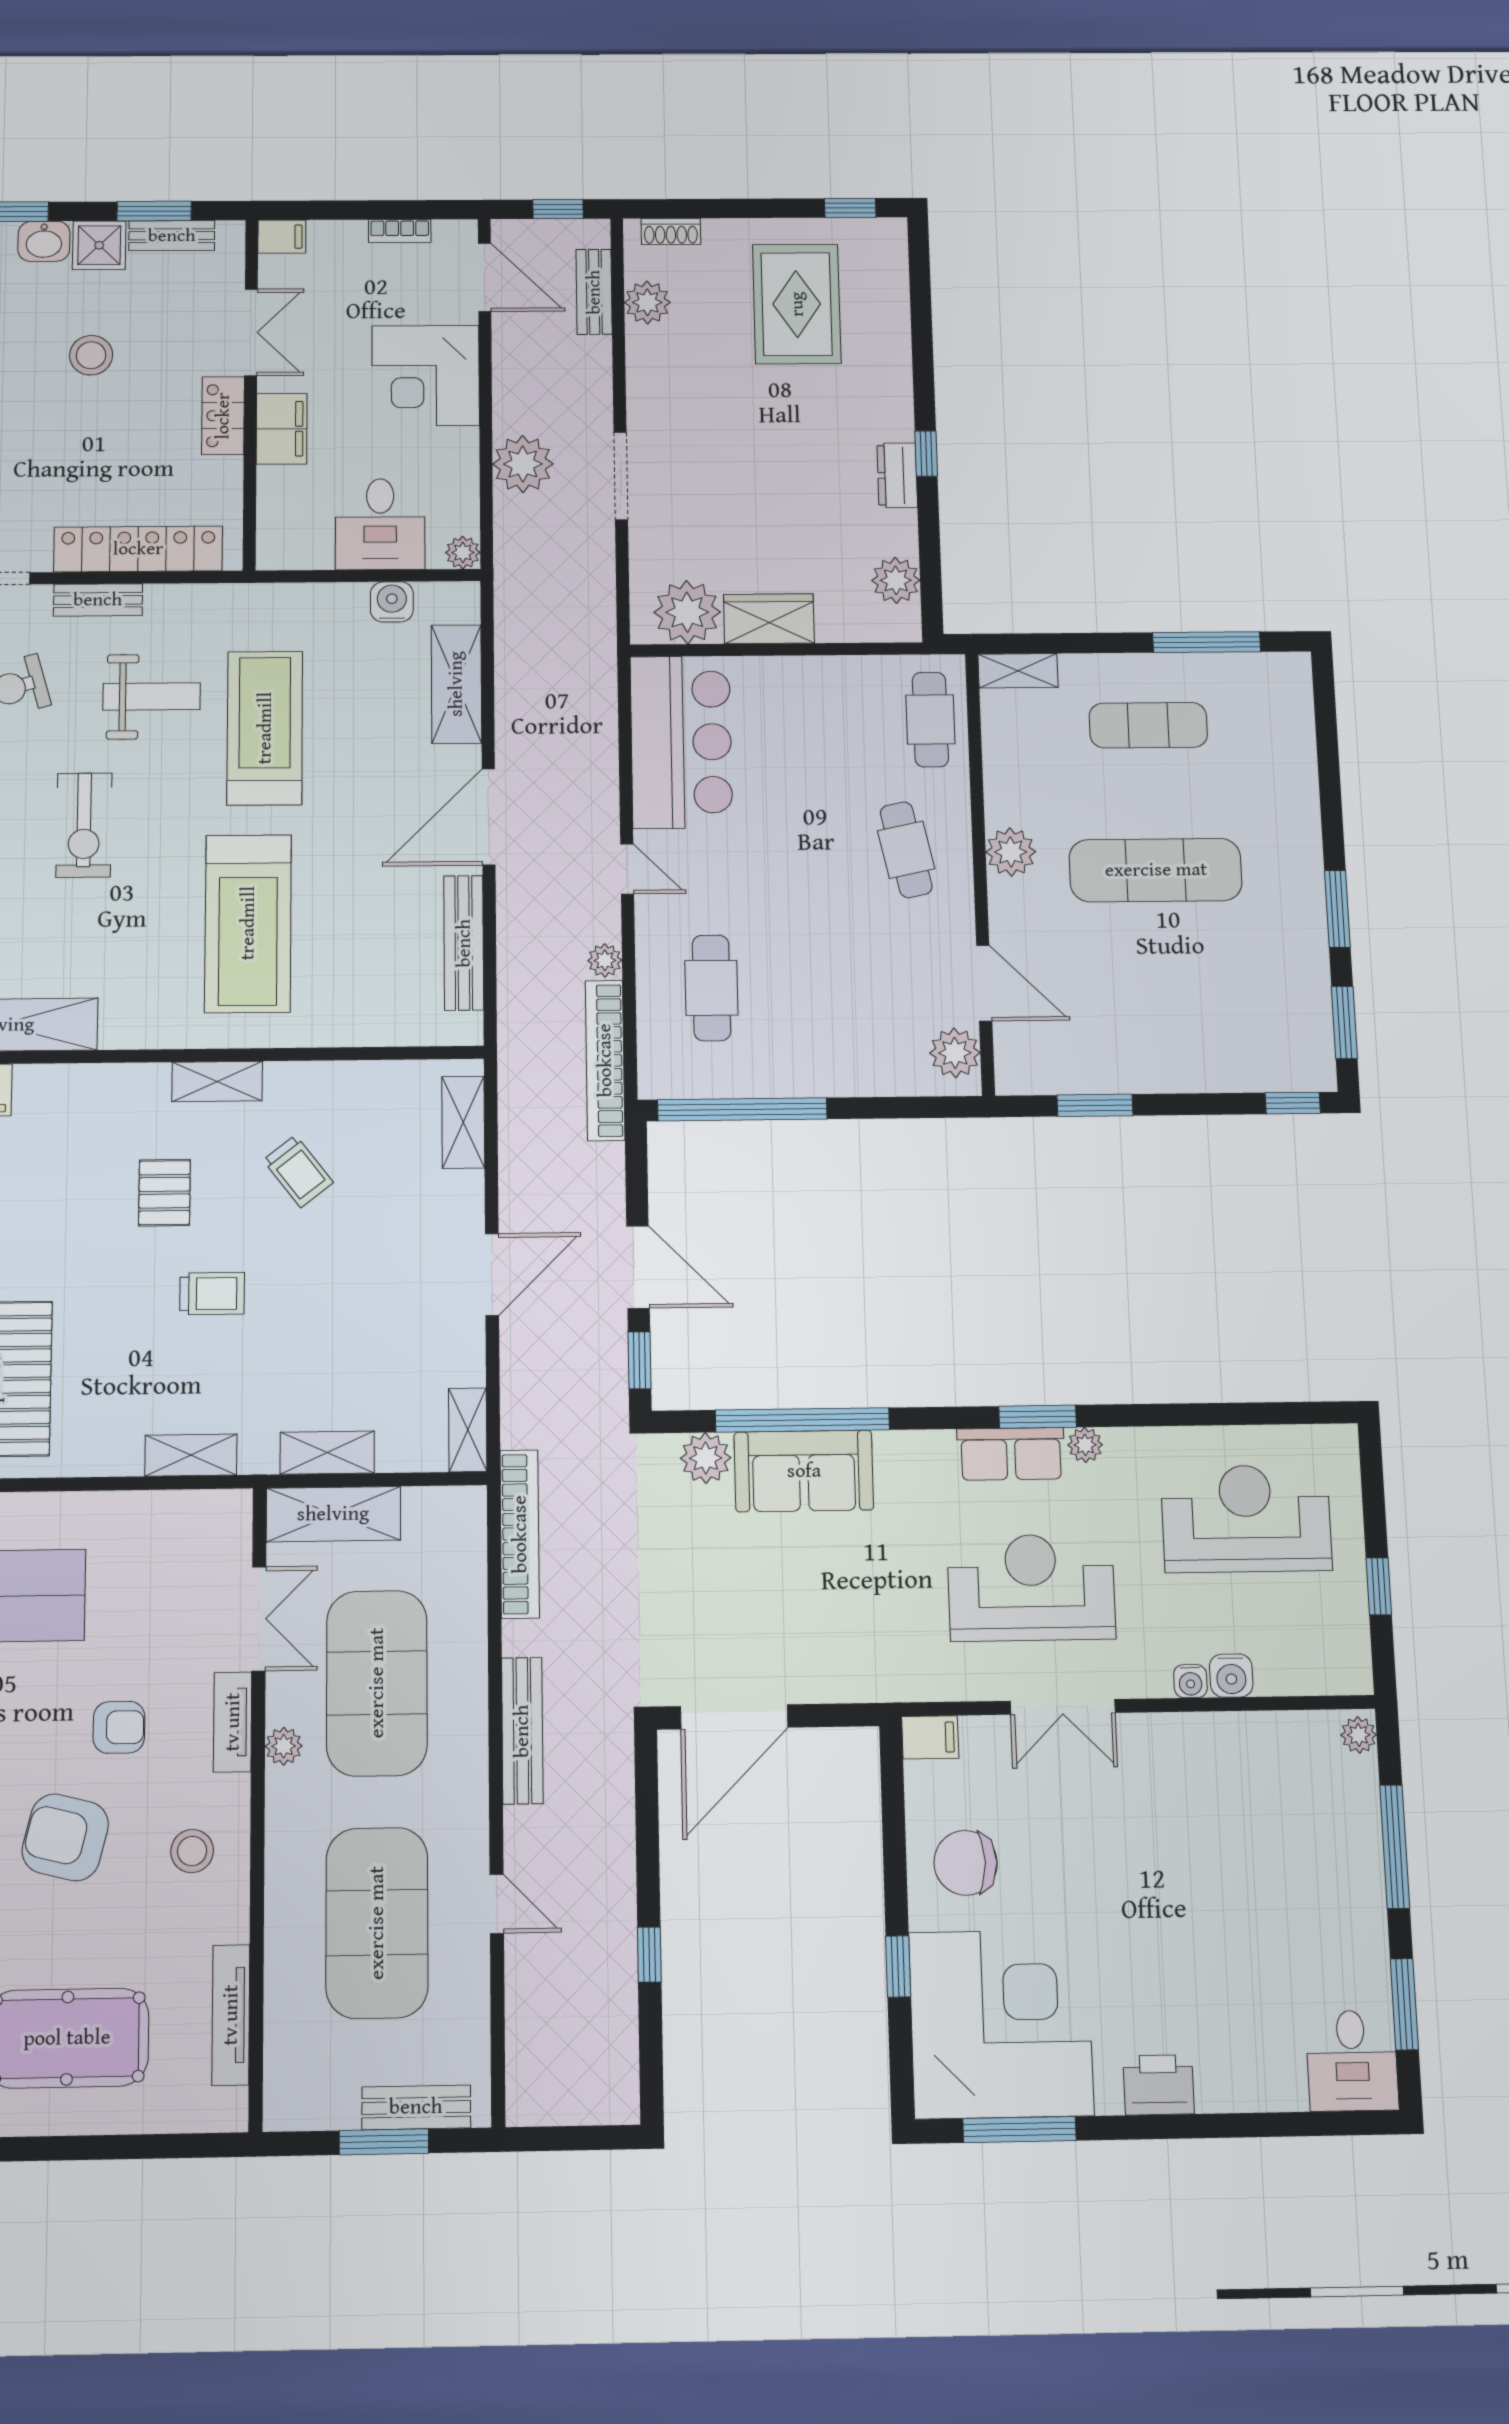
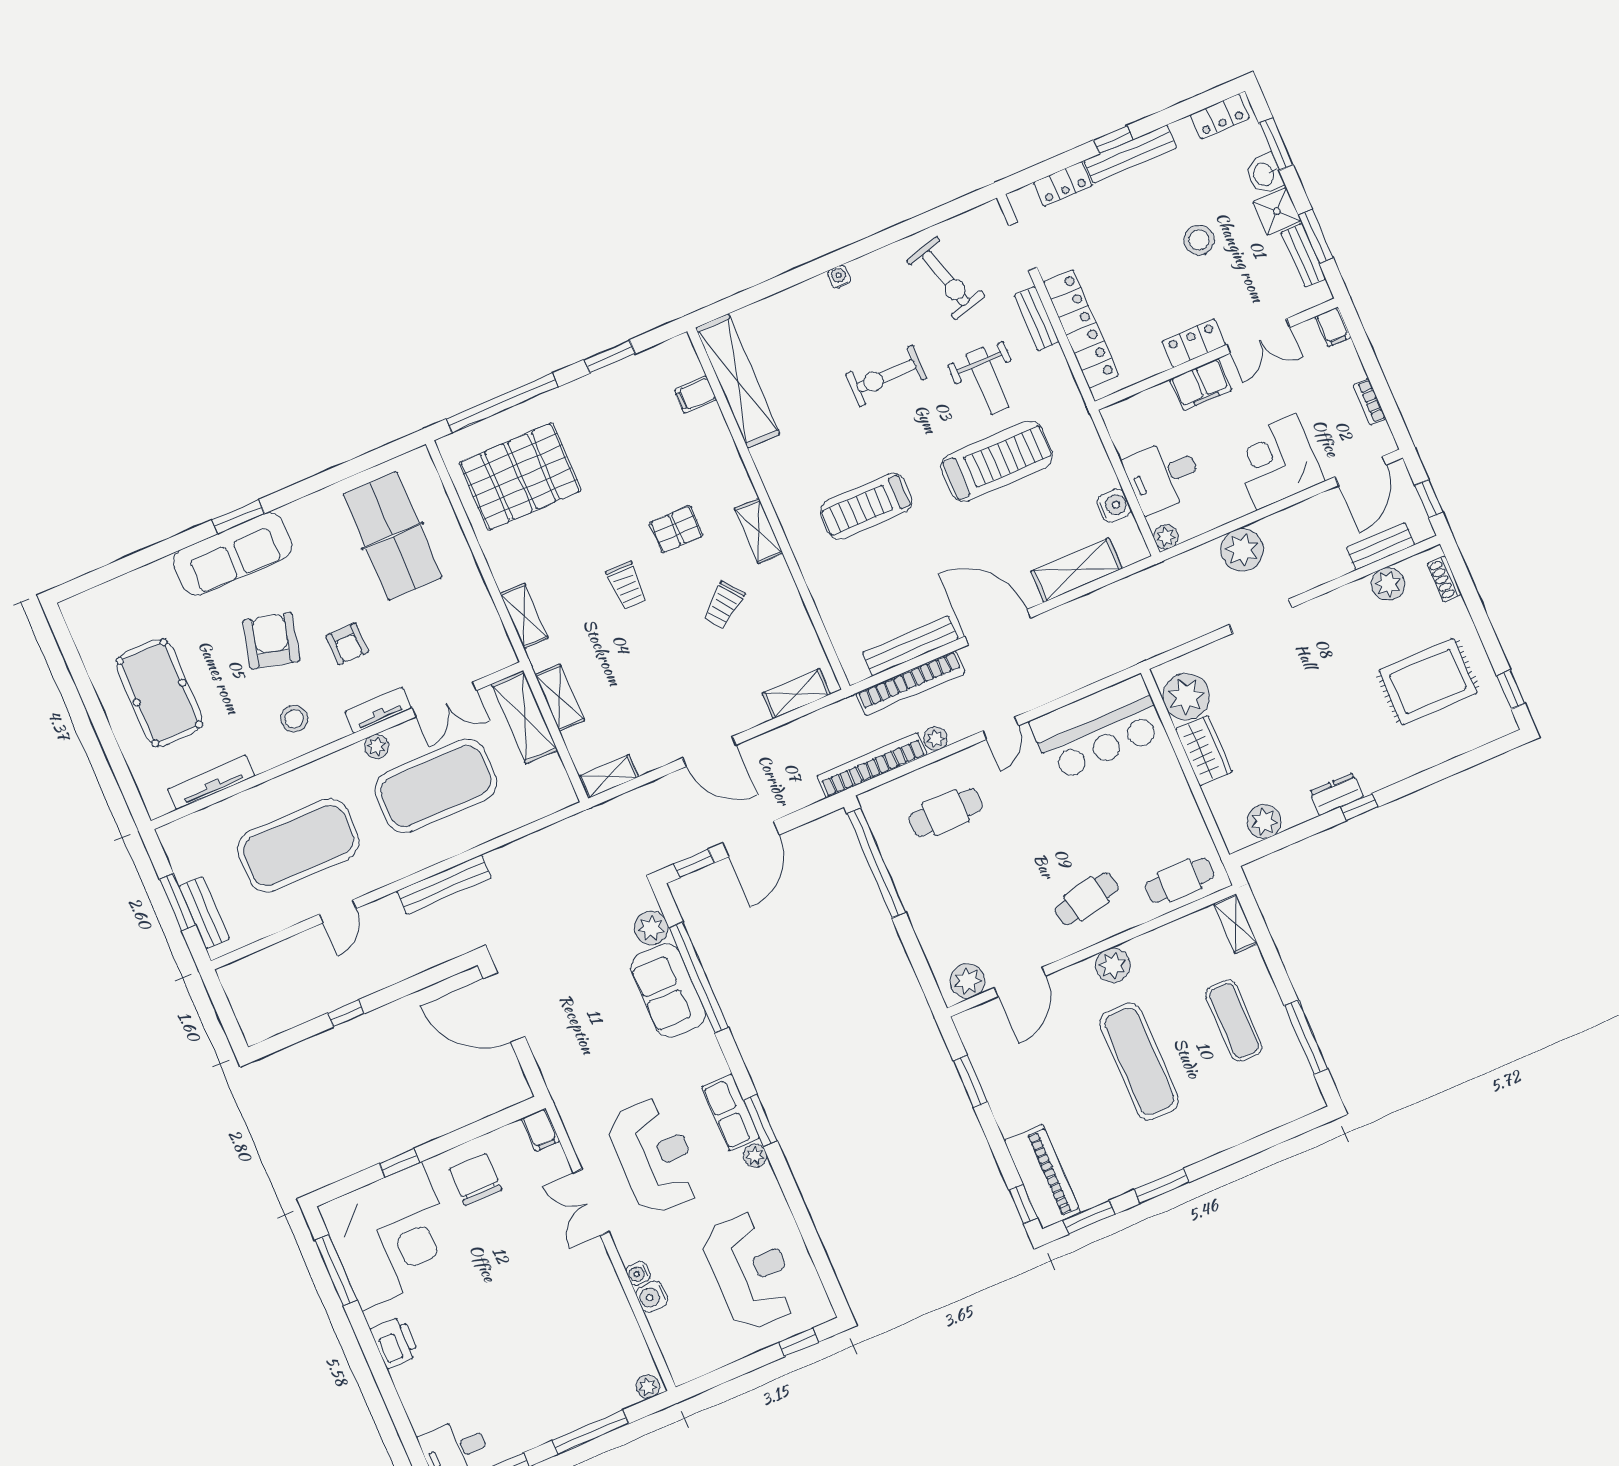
treadmill: (248, 923) -> (866, 506), width x0.73, depth x0.73
piano: (1265, 1062) -> (1042, 1177), added
bookcase: (520, 1534) -> (910, 683), moved
window: (1379, 1586) -> (799, 1342), moved

